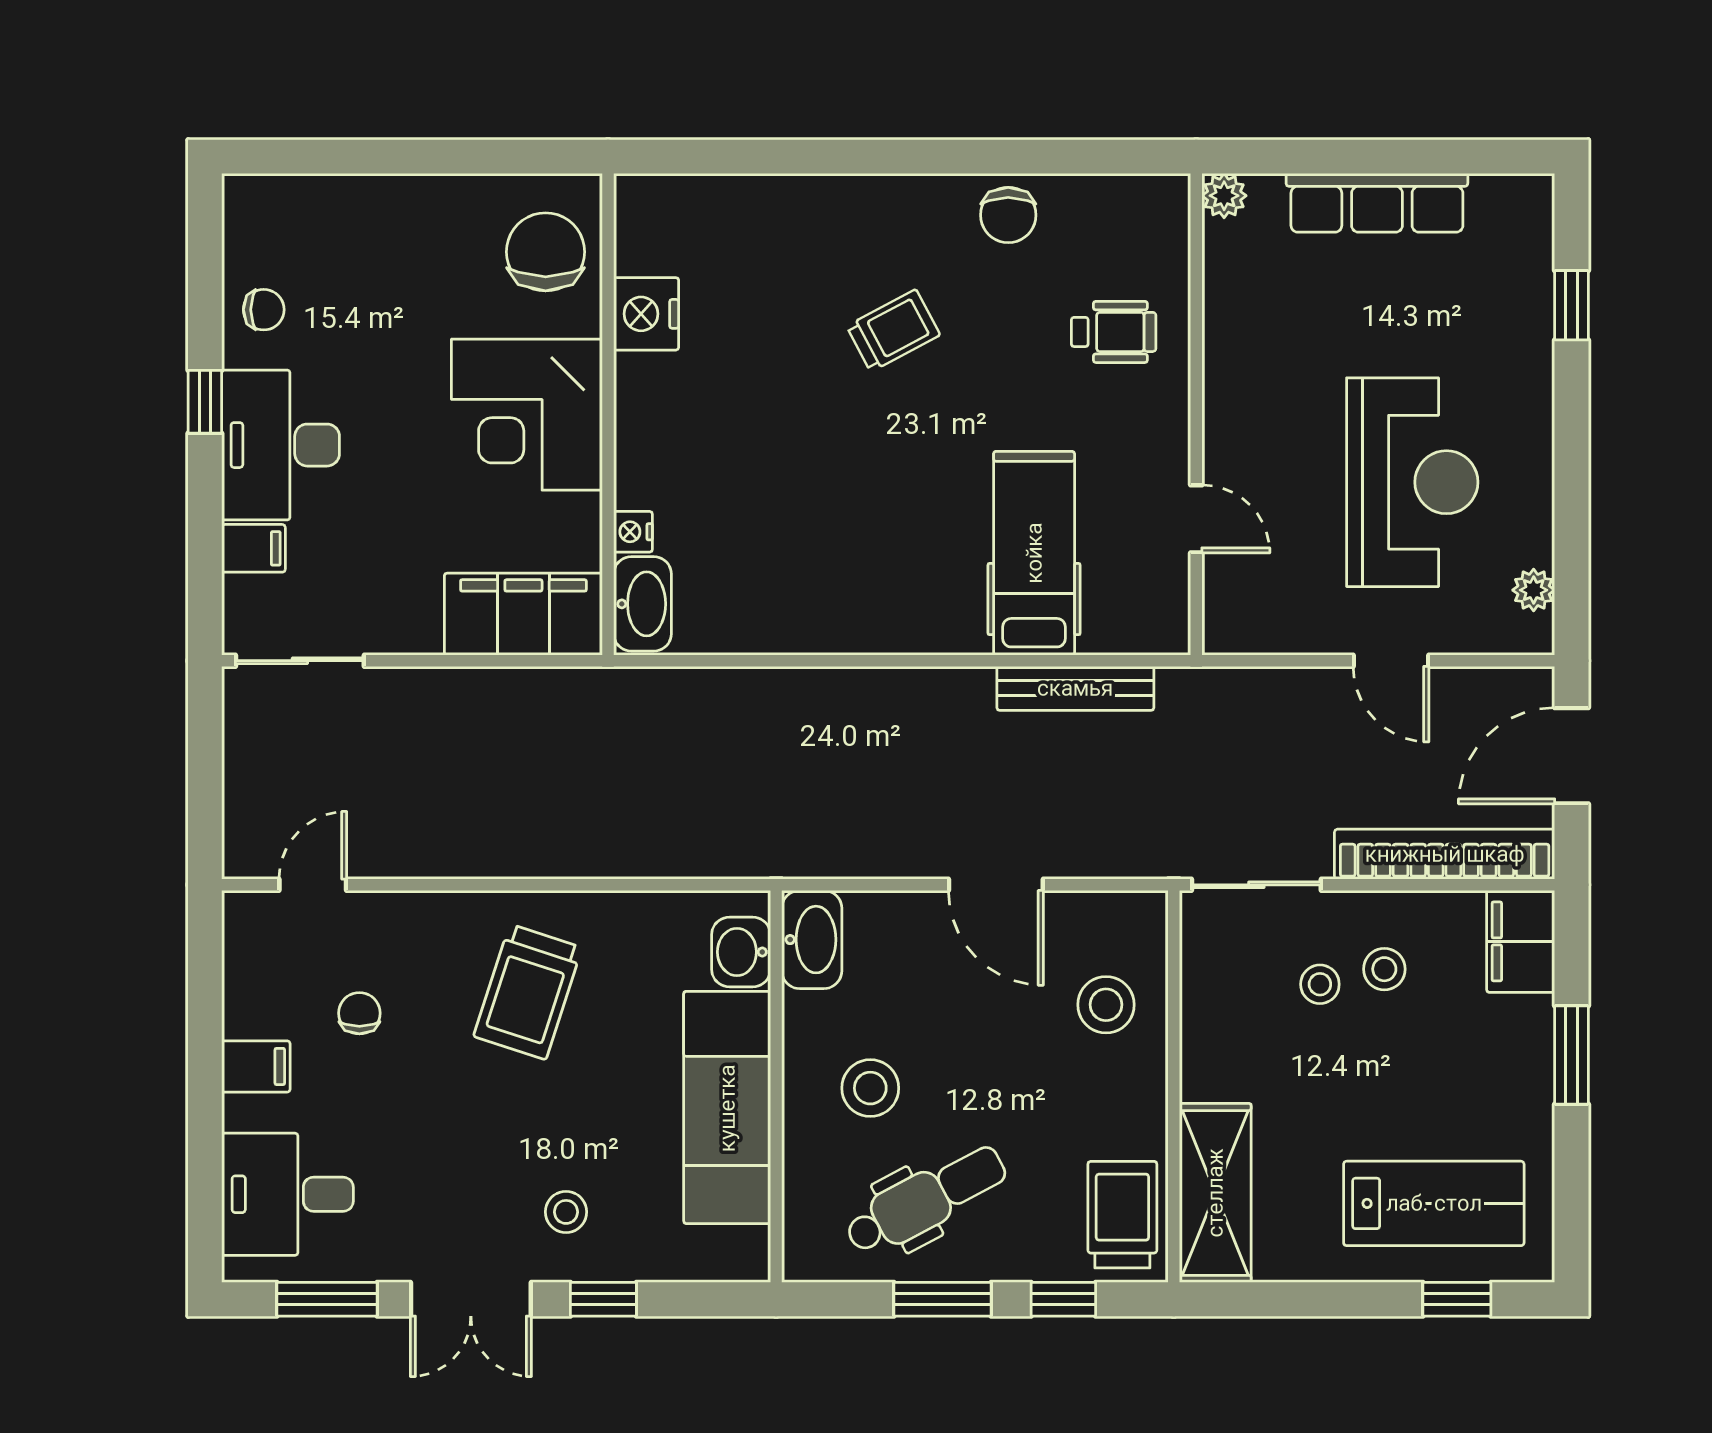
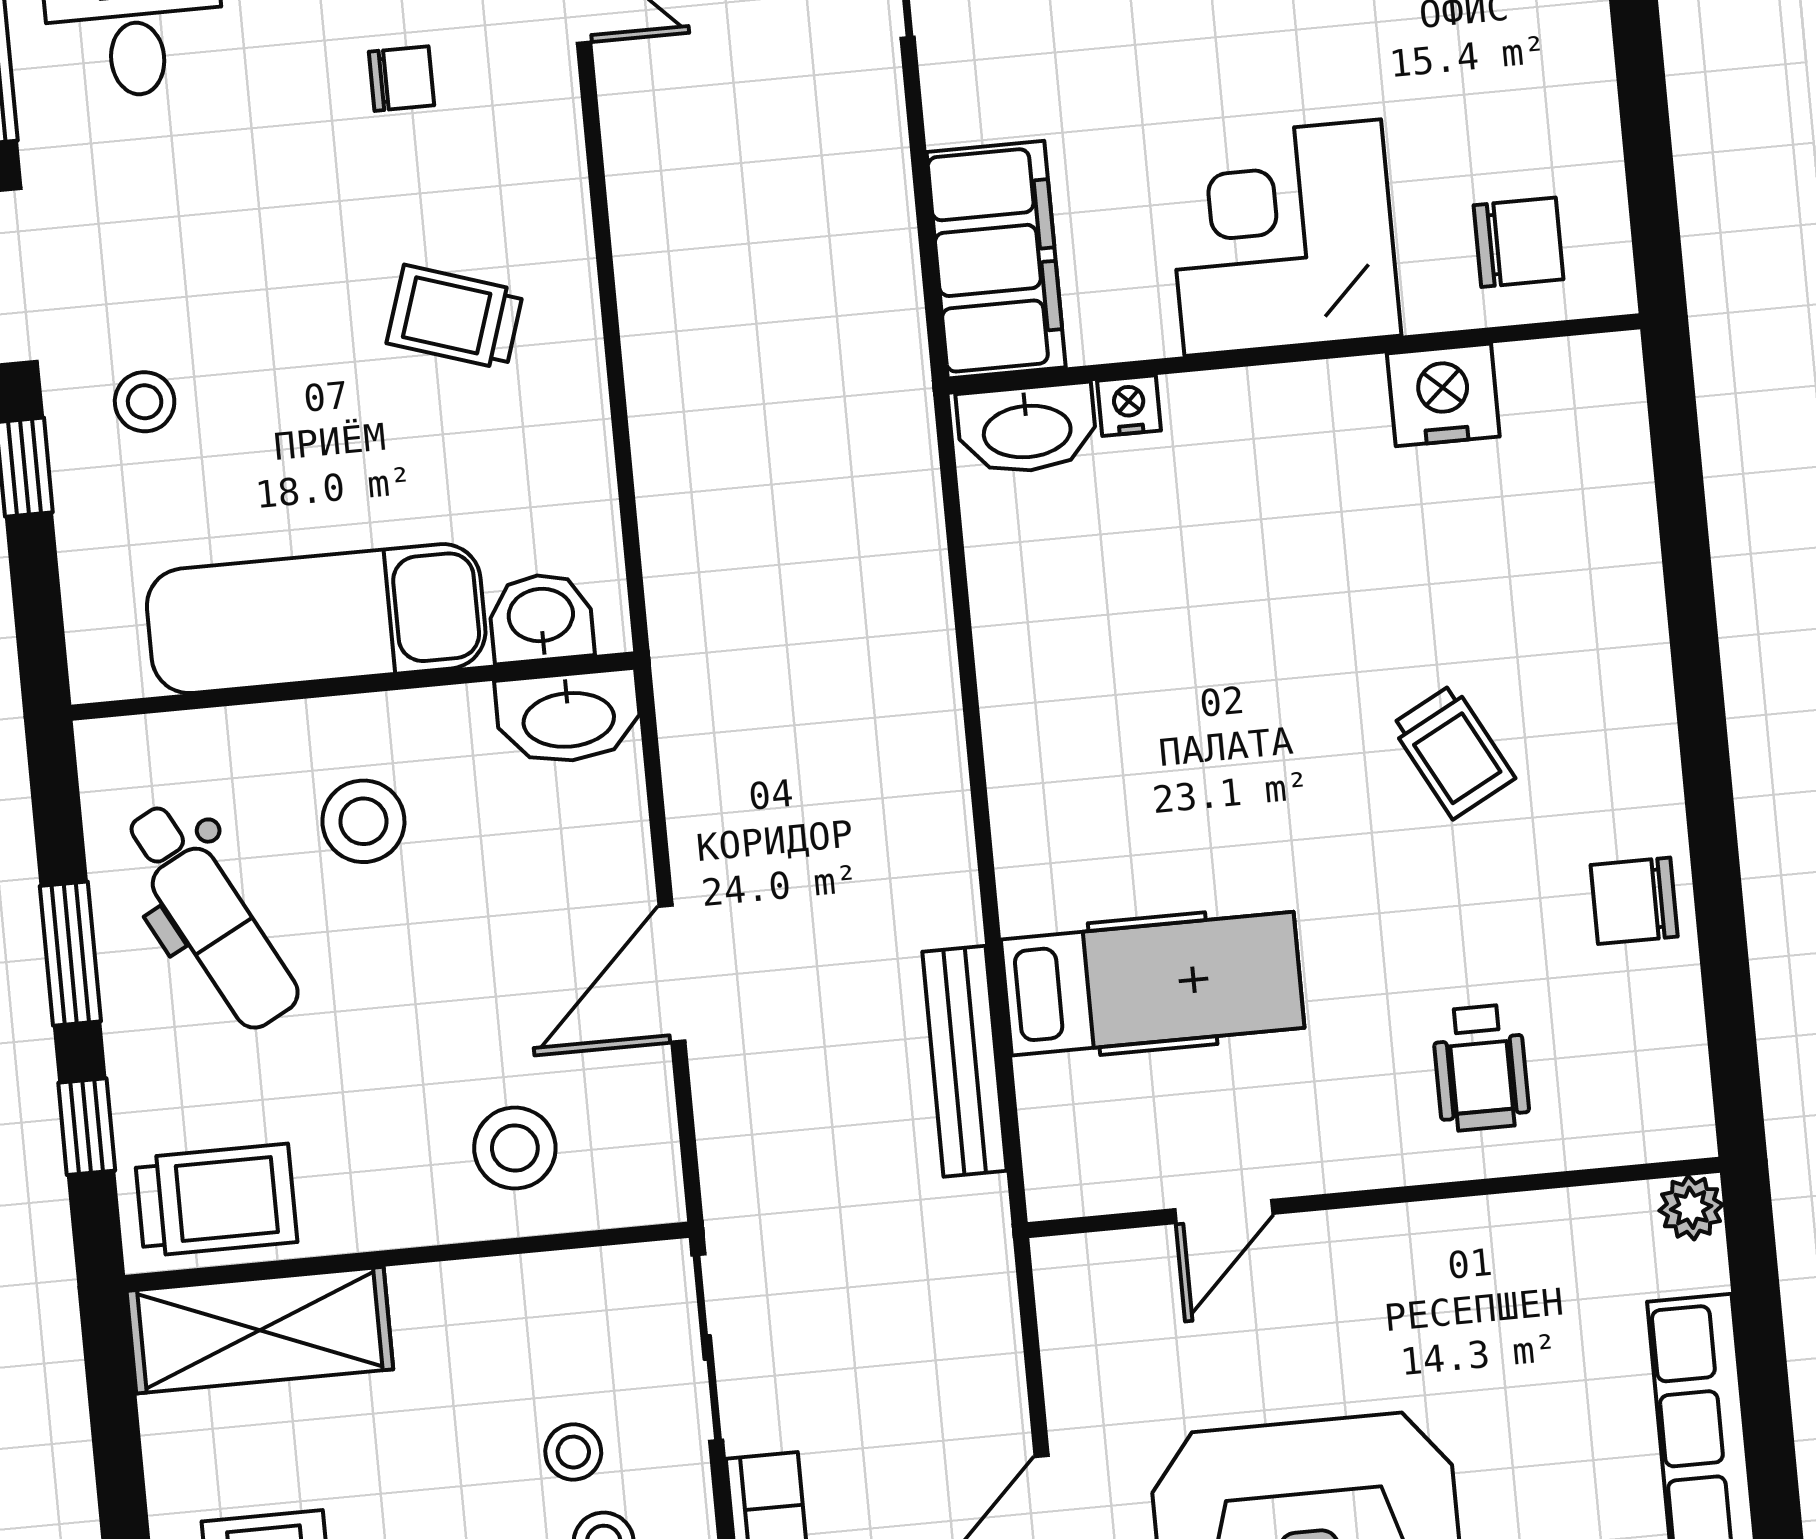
chair: (546, 252) -> (1519, 242), width x0.73, depth x0.73
trolley: (528, 992) -> (455, 317), width x0.73, depth x0.72

